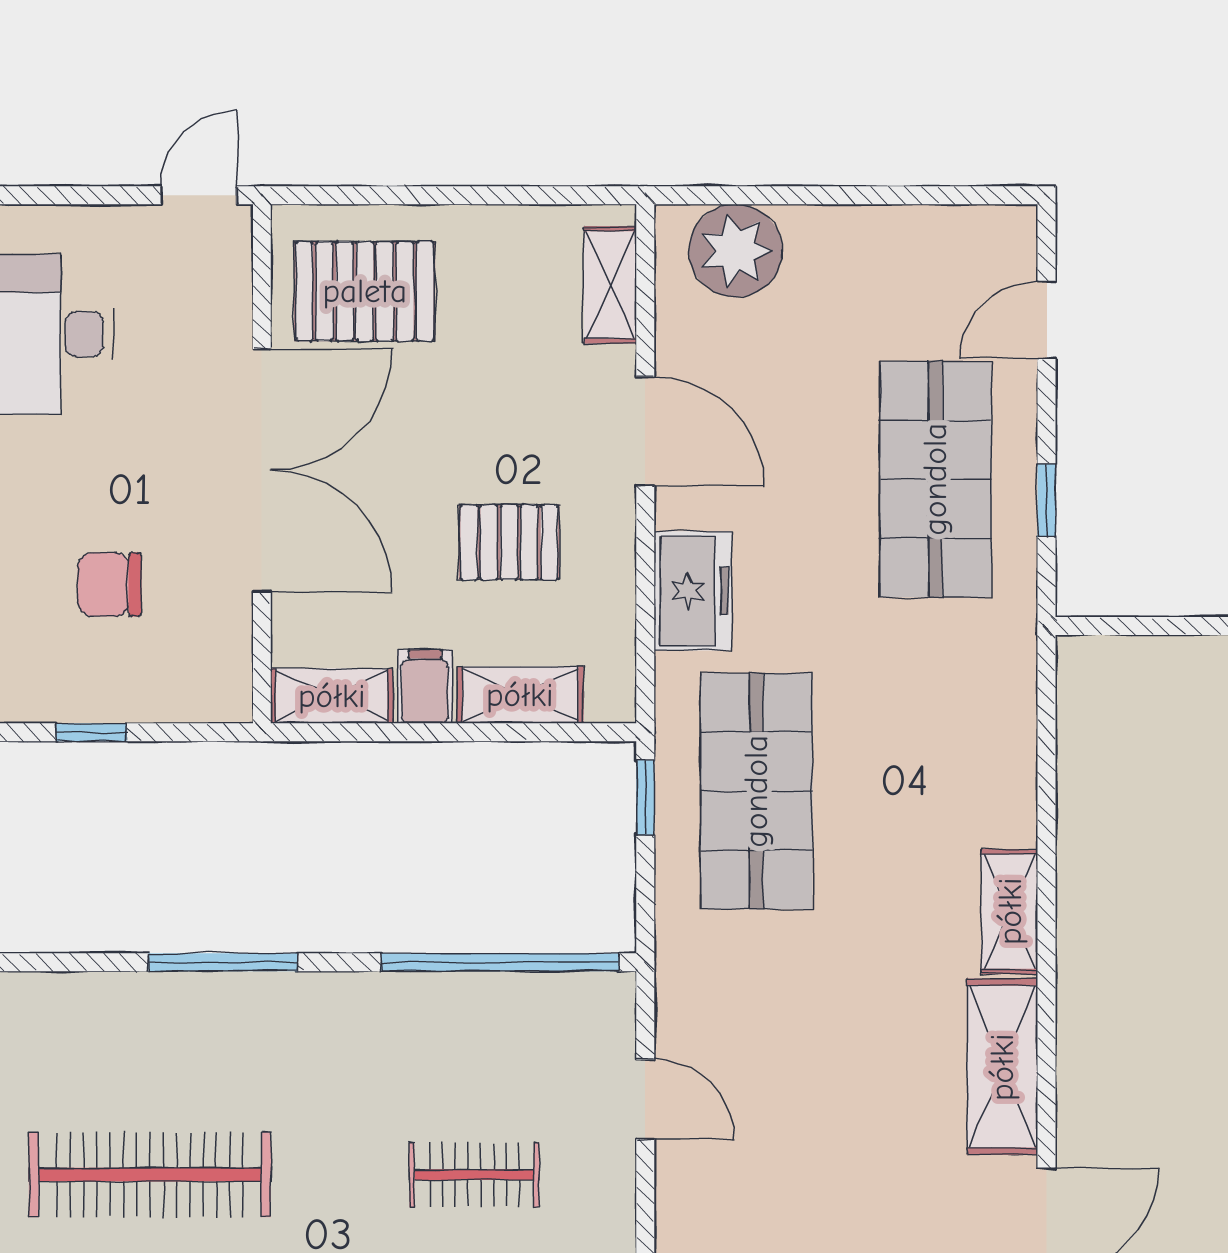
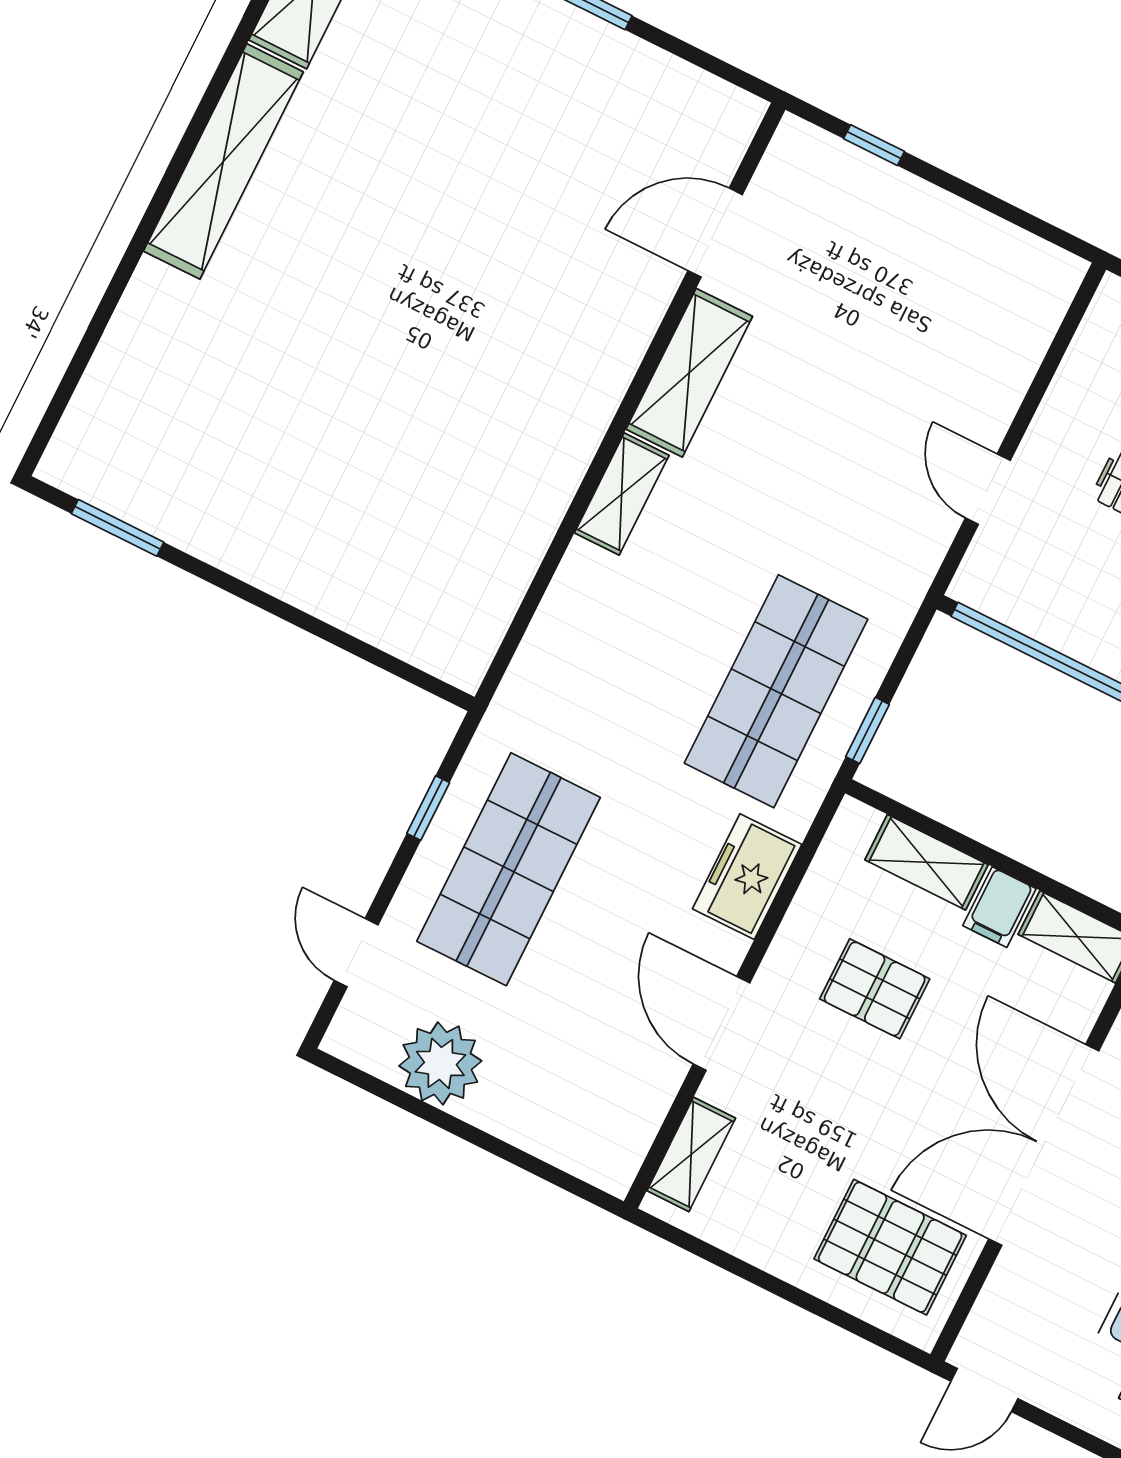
plant: (736, 251) -> (440, 1063), moved
door: (1047, 320) -> (356, 953), swing flipped

